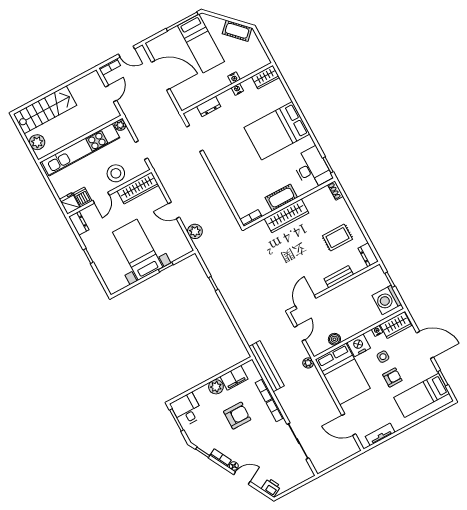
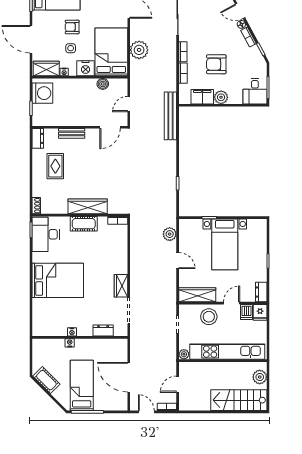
wardrobe: (265, 77) -> (121, 286), moved, turned -90
rug: (337, 238) -> (55, 166), turned 90
plant: (308, 363) -> (139, 50), moved, width x1.88, depth x1.88
bench: (266, 366) -> (170, 116), moved

